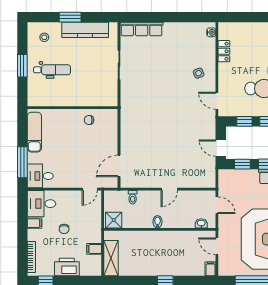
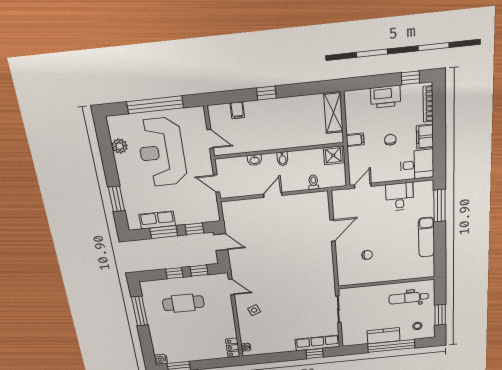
window: (70, 17) -> (391, 346), width x2.11
window: (145, 17) -> (315, 354), added
kitchen counter: (85, 30) -> (383, 336), width x0.67
locker: (224, 51) -> (233, 348), moved
window: (22, 66) -> (440, 315), moved
wall: (73, 108) -> (386, 283), moved
door: (119, 166) -> (333, 231), moved
desk: (40, 176) -> (400, 197), moved, turned -90
filing cabinet: (34, 223) -> (425, 137), width x2.00
washbasin: (201, 223) -> (255, 160), moved
filing cabinet: (94, 249) -> (355, 140), moved
filing cabinet: (210, 269) -> (237, 110), moved

